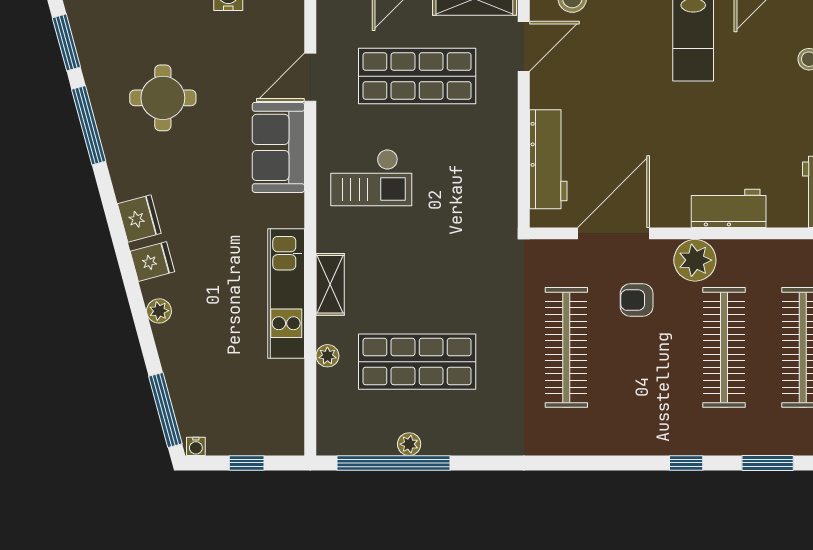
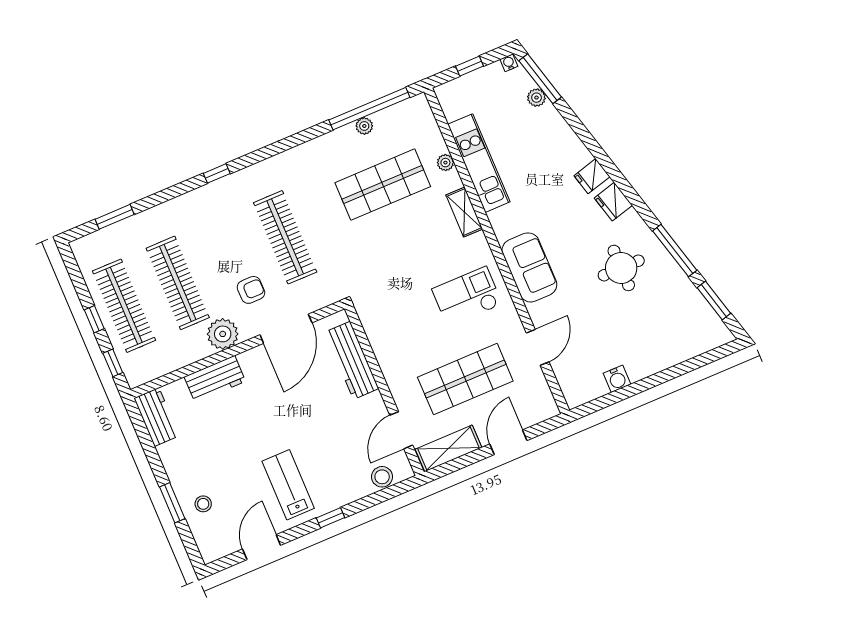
round table: (163, 98) -> (621, 268), moved
sofa: (278, 147) -> (529, 267), moved
kitchen unit: (286, 293) -> (479, 163), moved
plant: (159, 311) -> (536, 98), moved
window: (686, 463) -> (217, 173), moved

